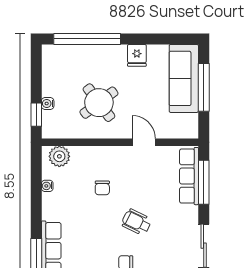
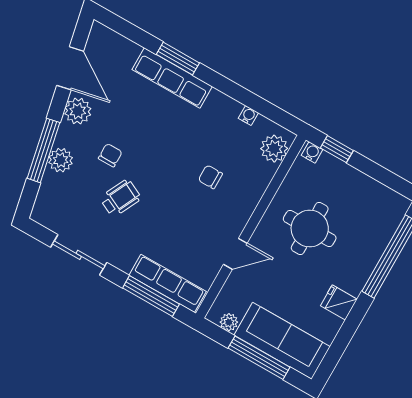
round table: (99, 103) -> (310, 228), turned 37
water cooler: (48, 104) -> (312, 152), moved
plant: (192, 121) -> (229, 322), added
wheelchair: (136, 222) -> (120, 198), moved

